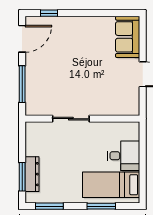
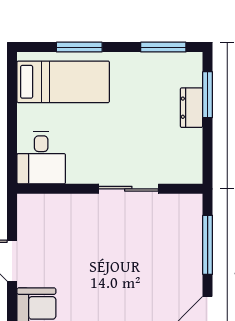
desk: (124, 156) -> (41, 158), moved, turned -90
dresser: (32, 174) -> (191, 108), width x0.70

